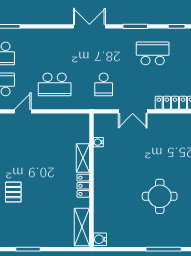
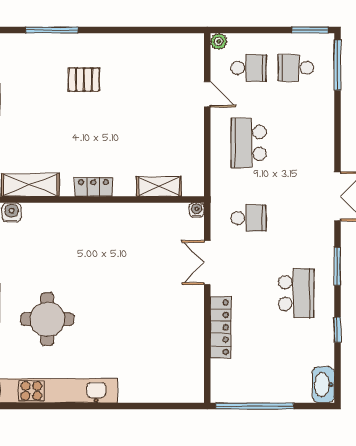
school desk: (104, 84) -> (249, 218), turned 180
water cooler: (98, 142) -> (197, 210), moved
shelving: (83, 158) -> (159, 186), moved
round table: (160, 196) -> (47, 319), moved

